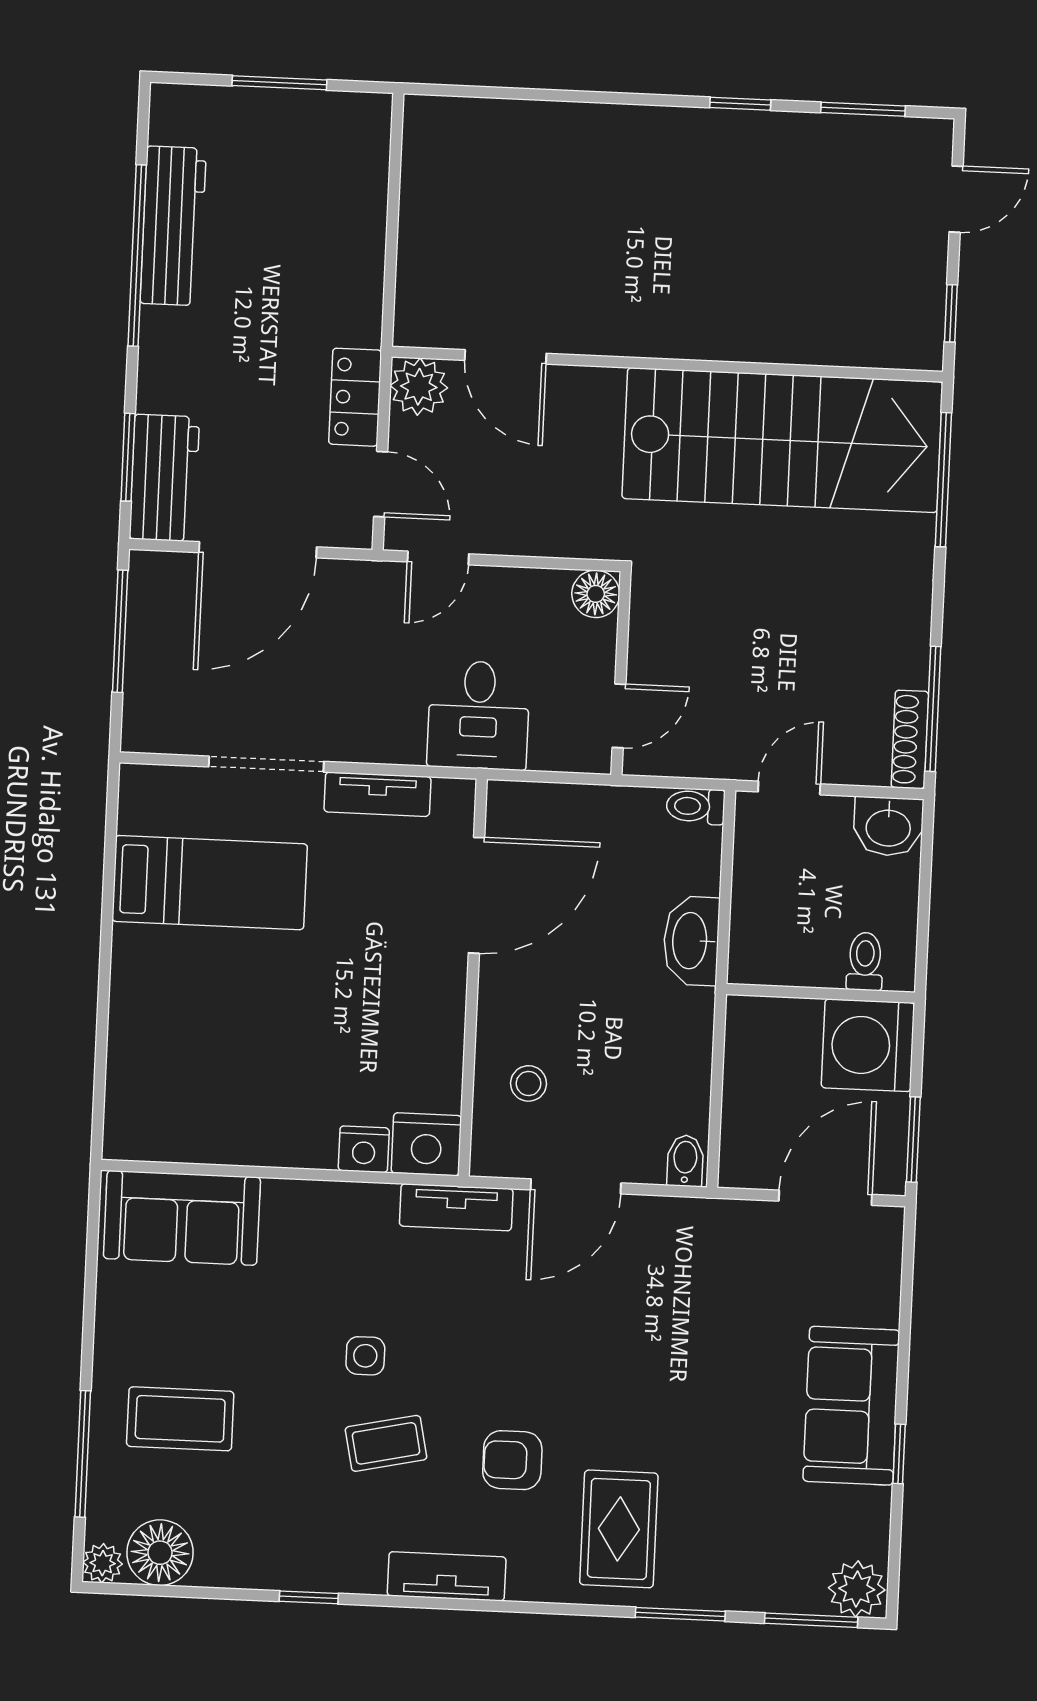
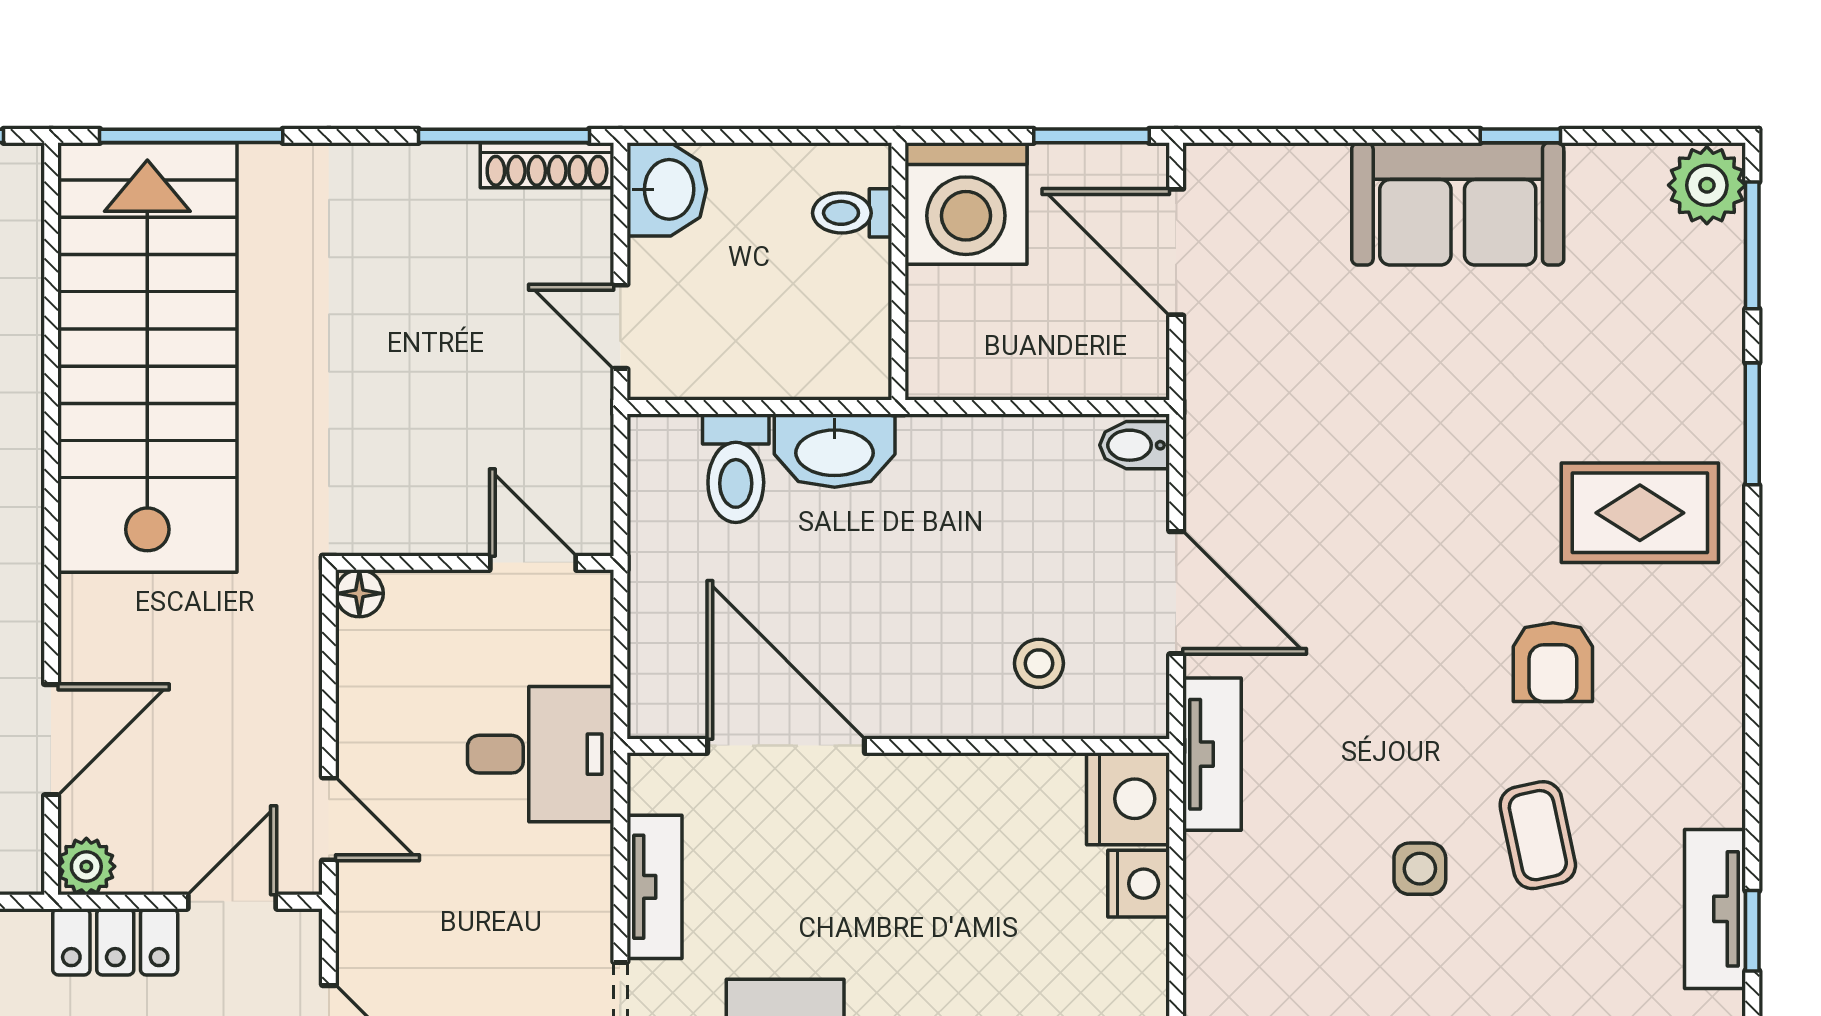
plant: (419, 387) -> (86, 866), width x0.73, depth x0.73
floor lamp: (596, 594) -> (359, 593), width x0.73, depth x0.73
toilet: (696, 806) -> (736, 468), moved, width x1.37, depth x1.39
tv unit: (447, 1576) -> (1715, 909), moved

